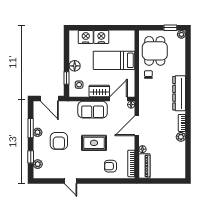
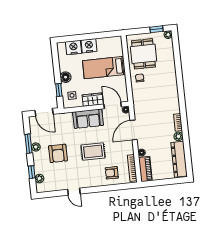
dresser: (179, 93) -> (179, 159), moved
door: (119, 99) -> (113, 105), hinge flipped

